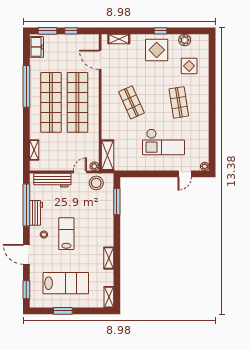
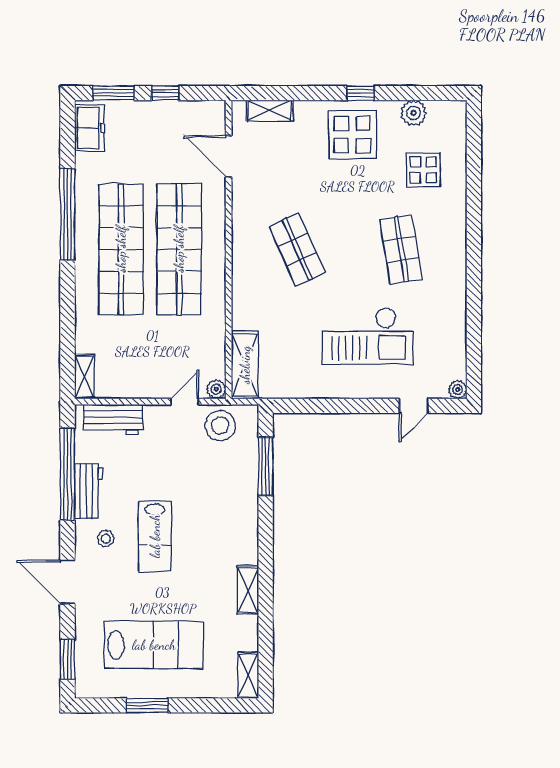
shelving: (34, 150) -> (84, 377), moved
workbench: (52, 180) -> (113, 420), width x0.73
lab bench: (66, 234) -> (155, 536), turned 180

